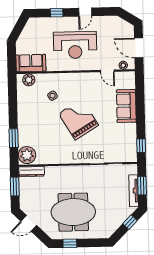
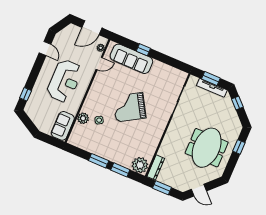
door: (85, 12) -> (45, 49), moved
window: (57, 13) -> (26, 94), moved
plant: (29, 80) -> (83, 118), moved
sofa: (126, 106) -> (131, 59), width x1.36
window: (13, 113) -> (99, 161), added
window: (141, 146) -> (143, 50), moved
door: (29, 223) -> (199, 190), hinge flipped
window: (70, 243) -> (239, 147), moved

